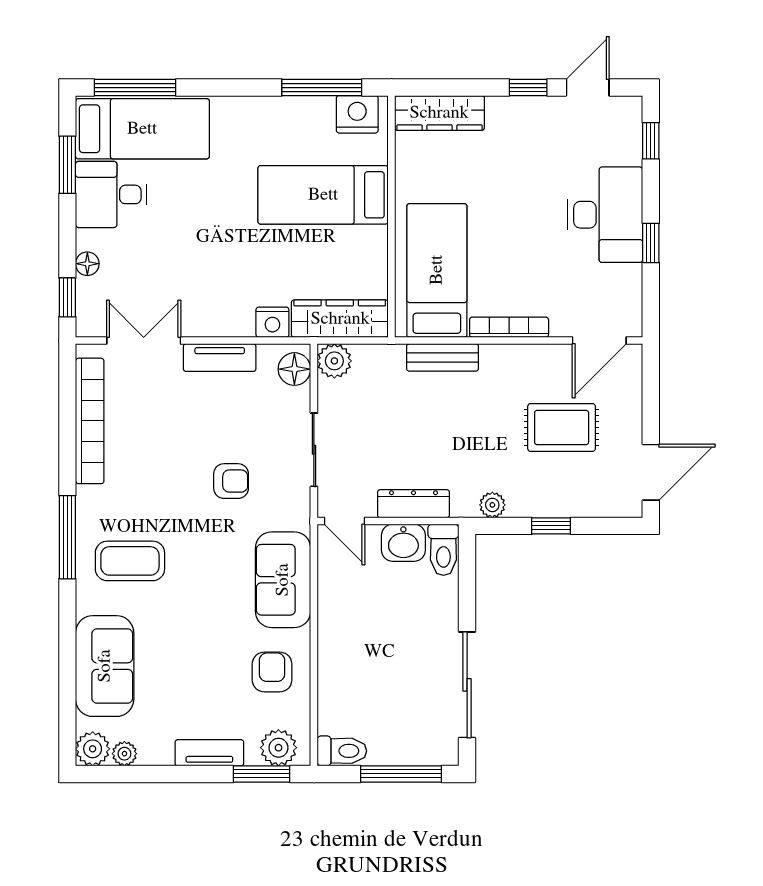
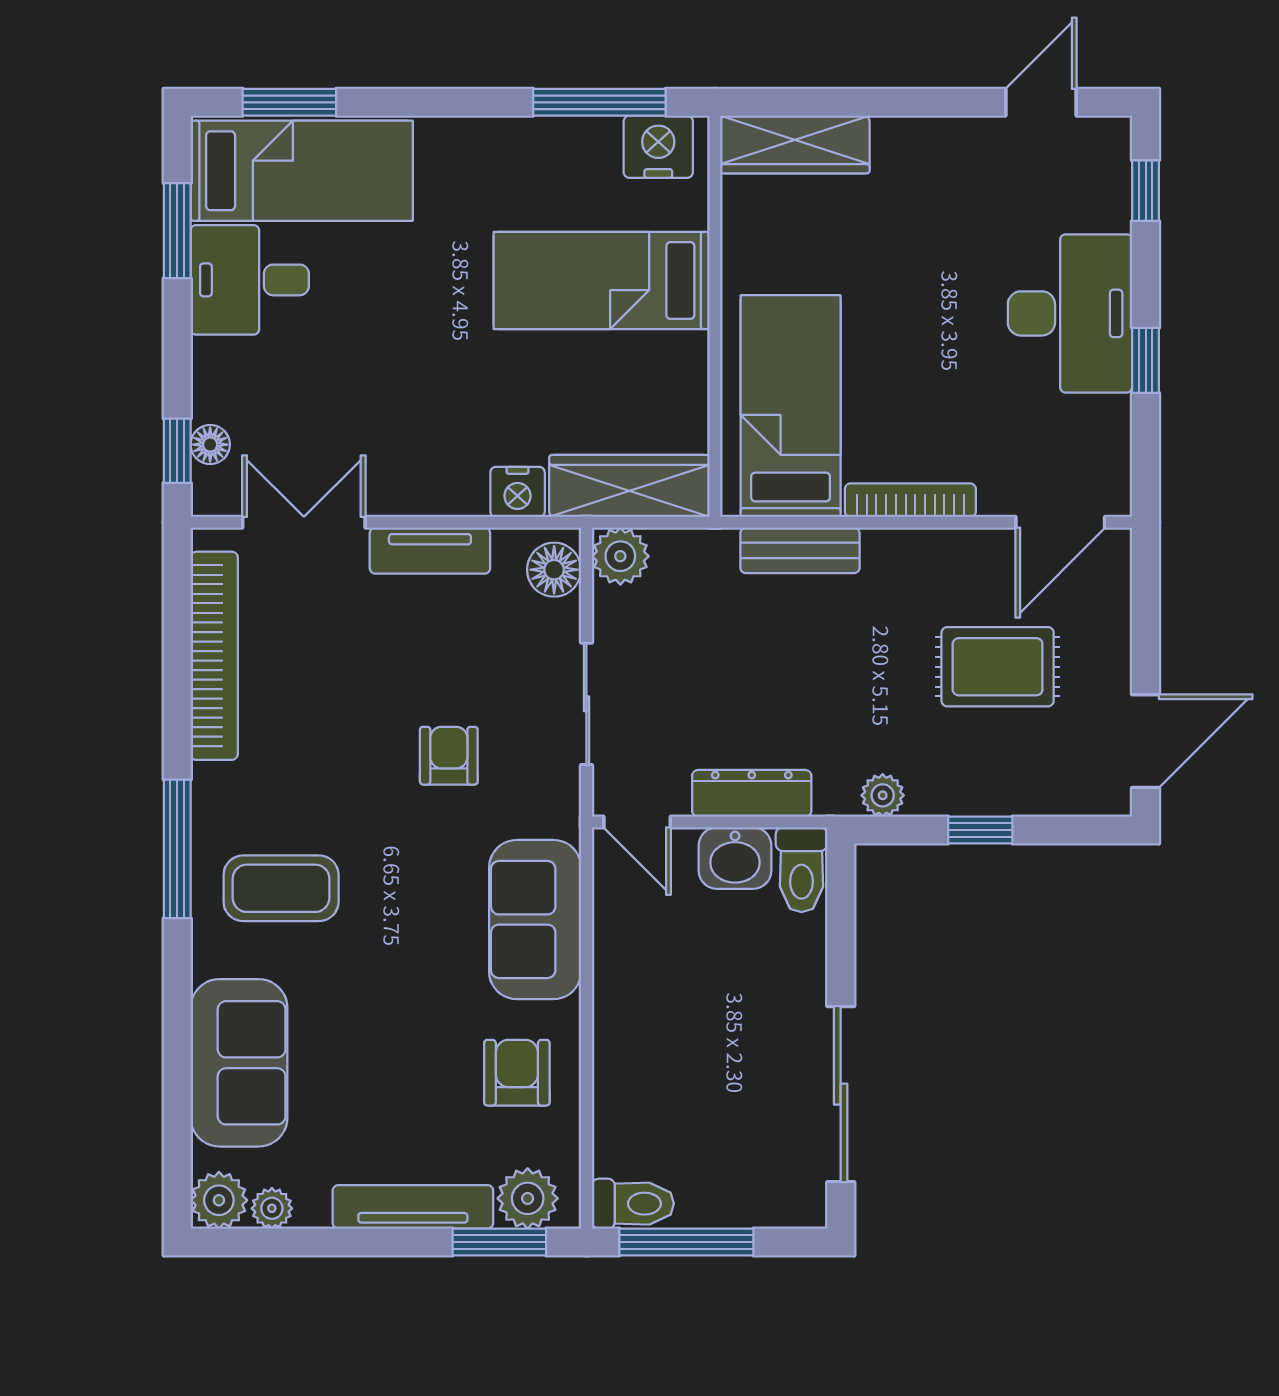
window: (135, 88) -> (289, 102), width x0.69
window: (528, 88) -> (942, 102), removed
floor lamp: (87, 264) -> (210, 445), moved
armchair: (231, 481) -> (449, 756), turned -90
tv unit: (209, 753) -> (413, 1207), width x1.41
window: (401, 774) -> (686, 1242), moved

